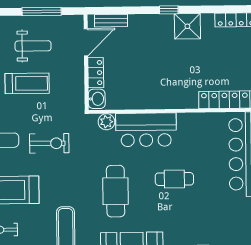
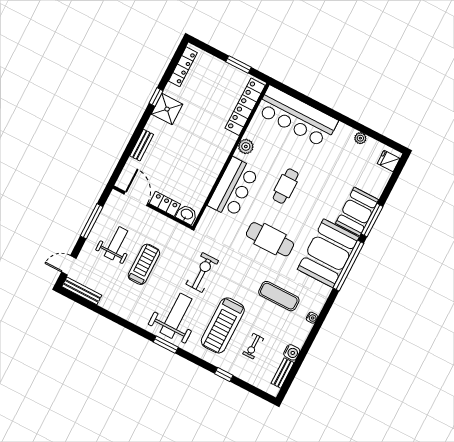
window: (169, 10) -> (156, 97), moved
bench: (111, 21) -> (142, 145), moved
plant: (106, 122) -> (246, 146), moved

